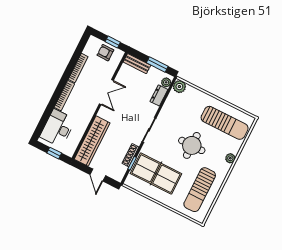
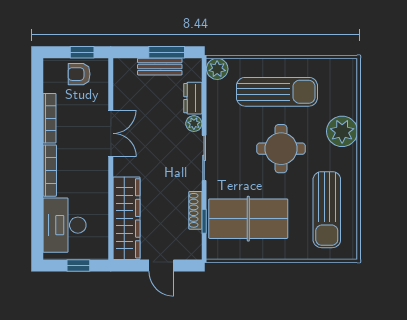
bench: (137, 64) -> (160, 67), moved
plant: (166, 82) -> (194, 124), moved
sun lounger: (225, 123) -> (277, 92), moved
plant: (230, 158) -> (342, 131), width x1.87, depth x1.87

